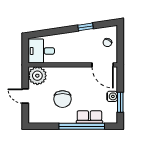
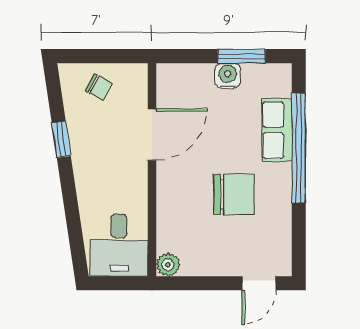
door: (103, 65) -> (152, 135), moved
plant: (37, 76) -> (168, 265), width x0.53, depth x0.53
door: (25, 96) -> (259, 283), moved

